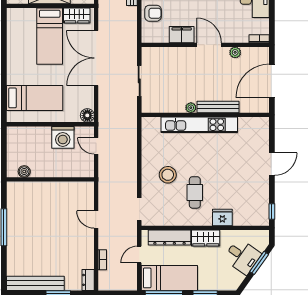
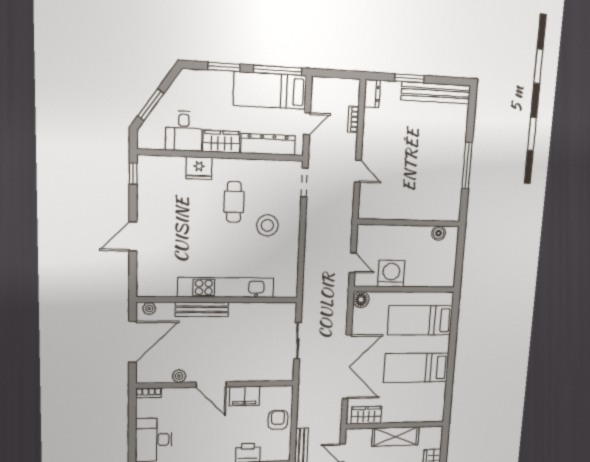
armchair: (153, 13) -> (278, 420), turned 90
bed: (50, 36) -> (416, 368), moved, turned -90
plant: (191, 108) -> (149, 308), moved
desk: (242, 256) -> (184, 131), moved, turned -125

